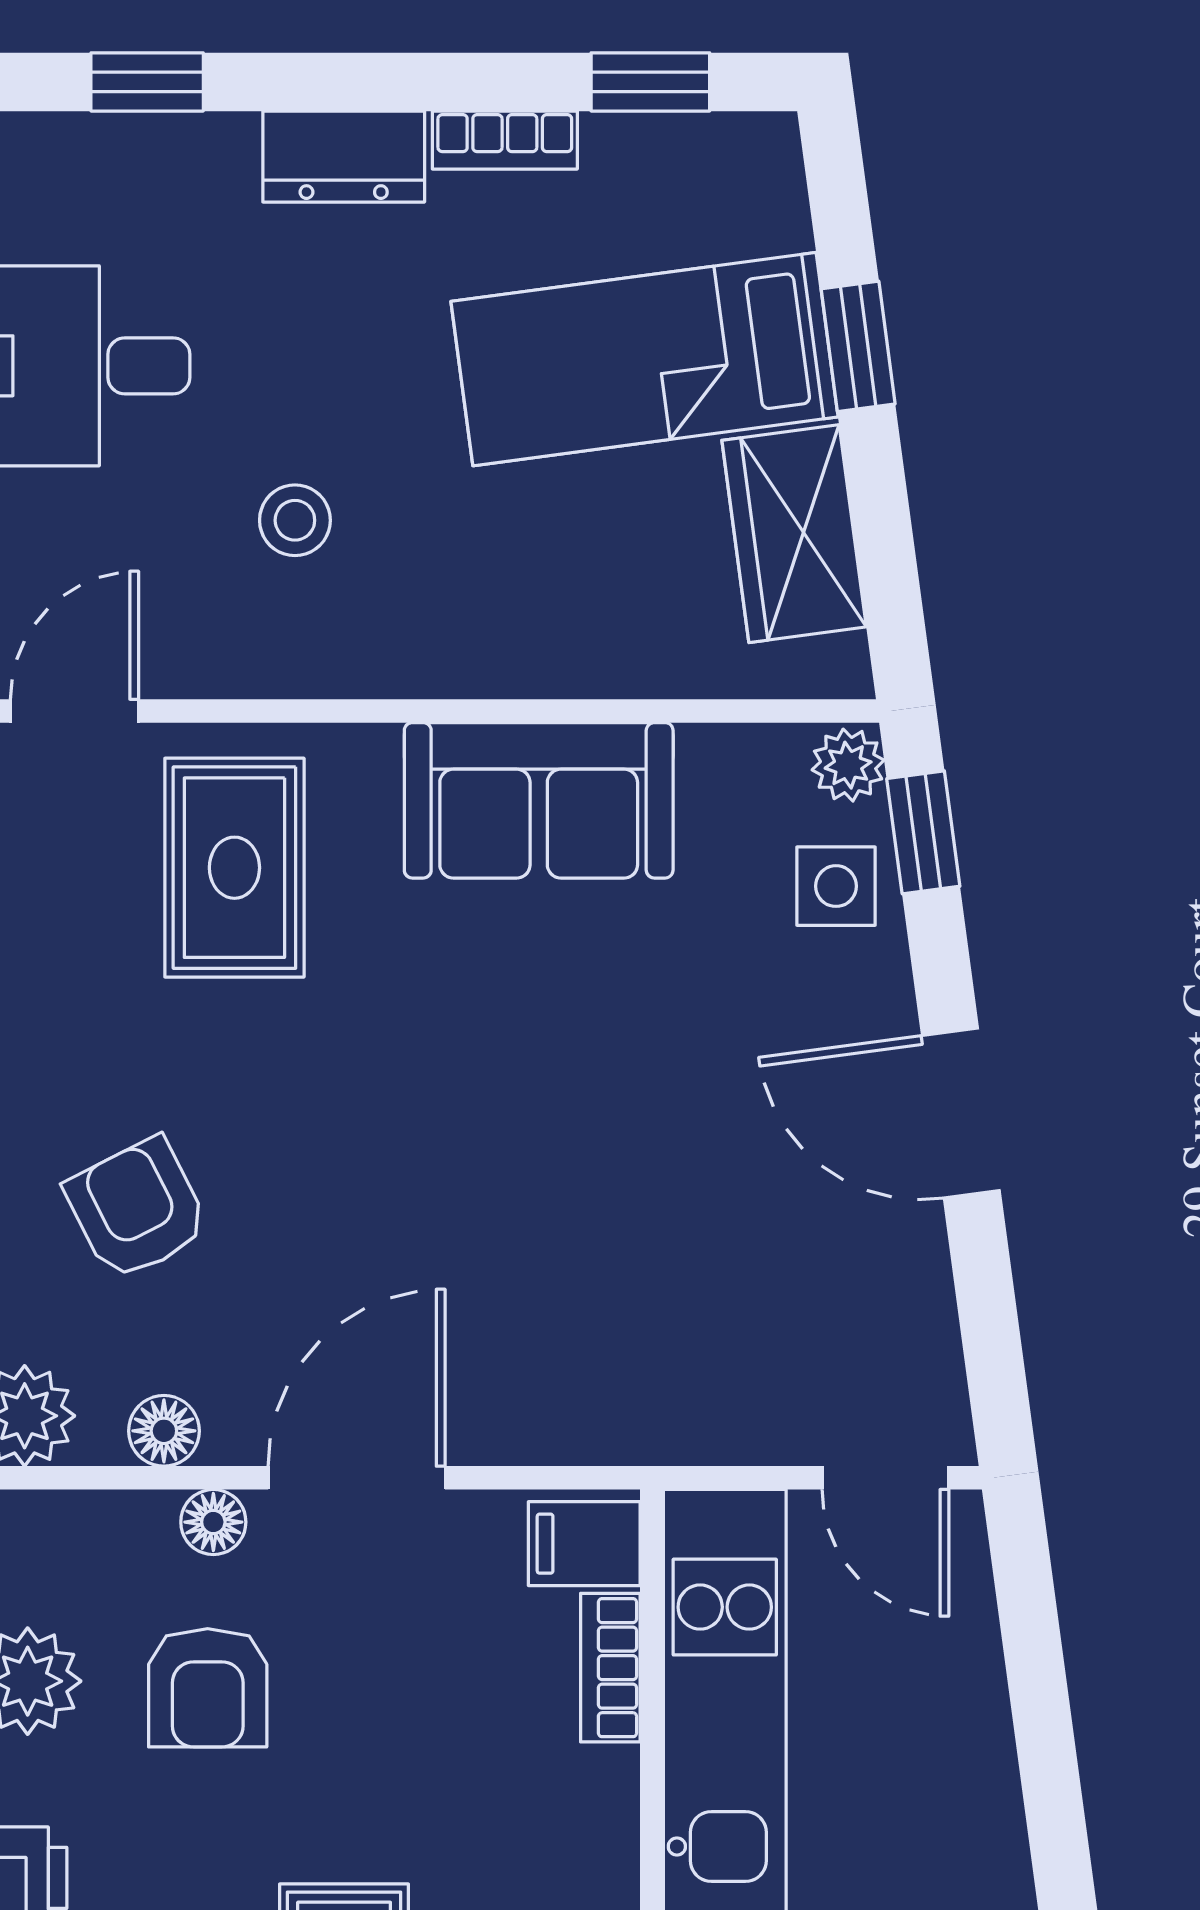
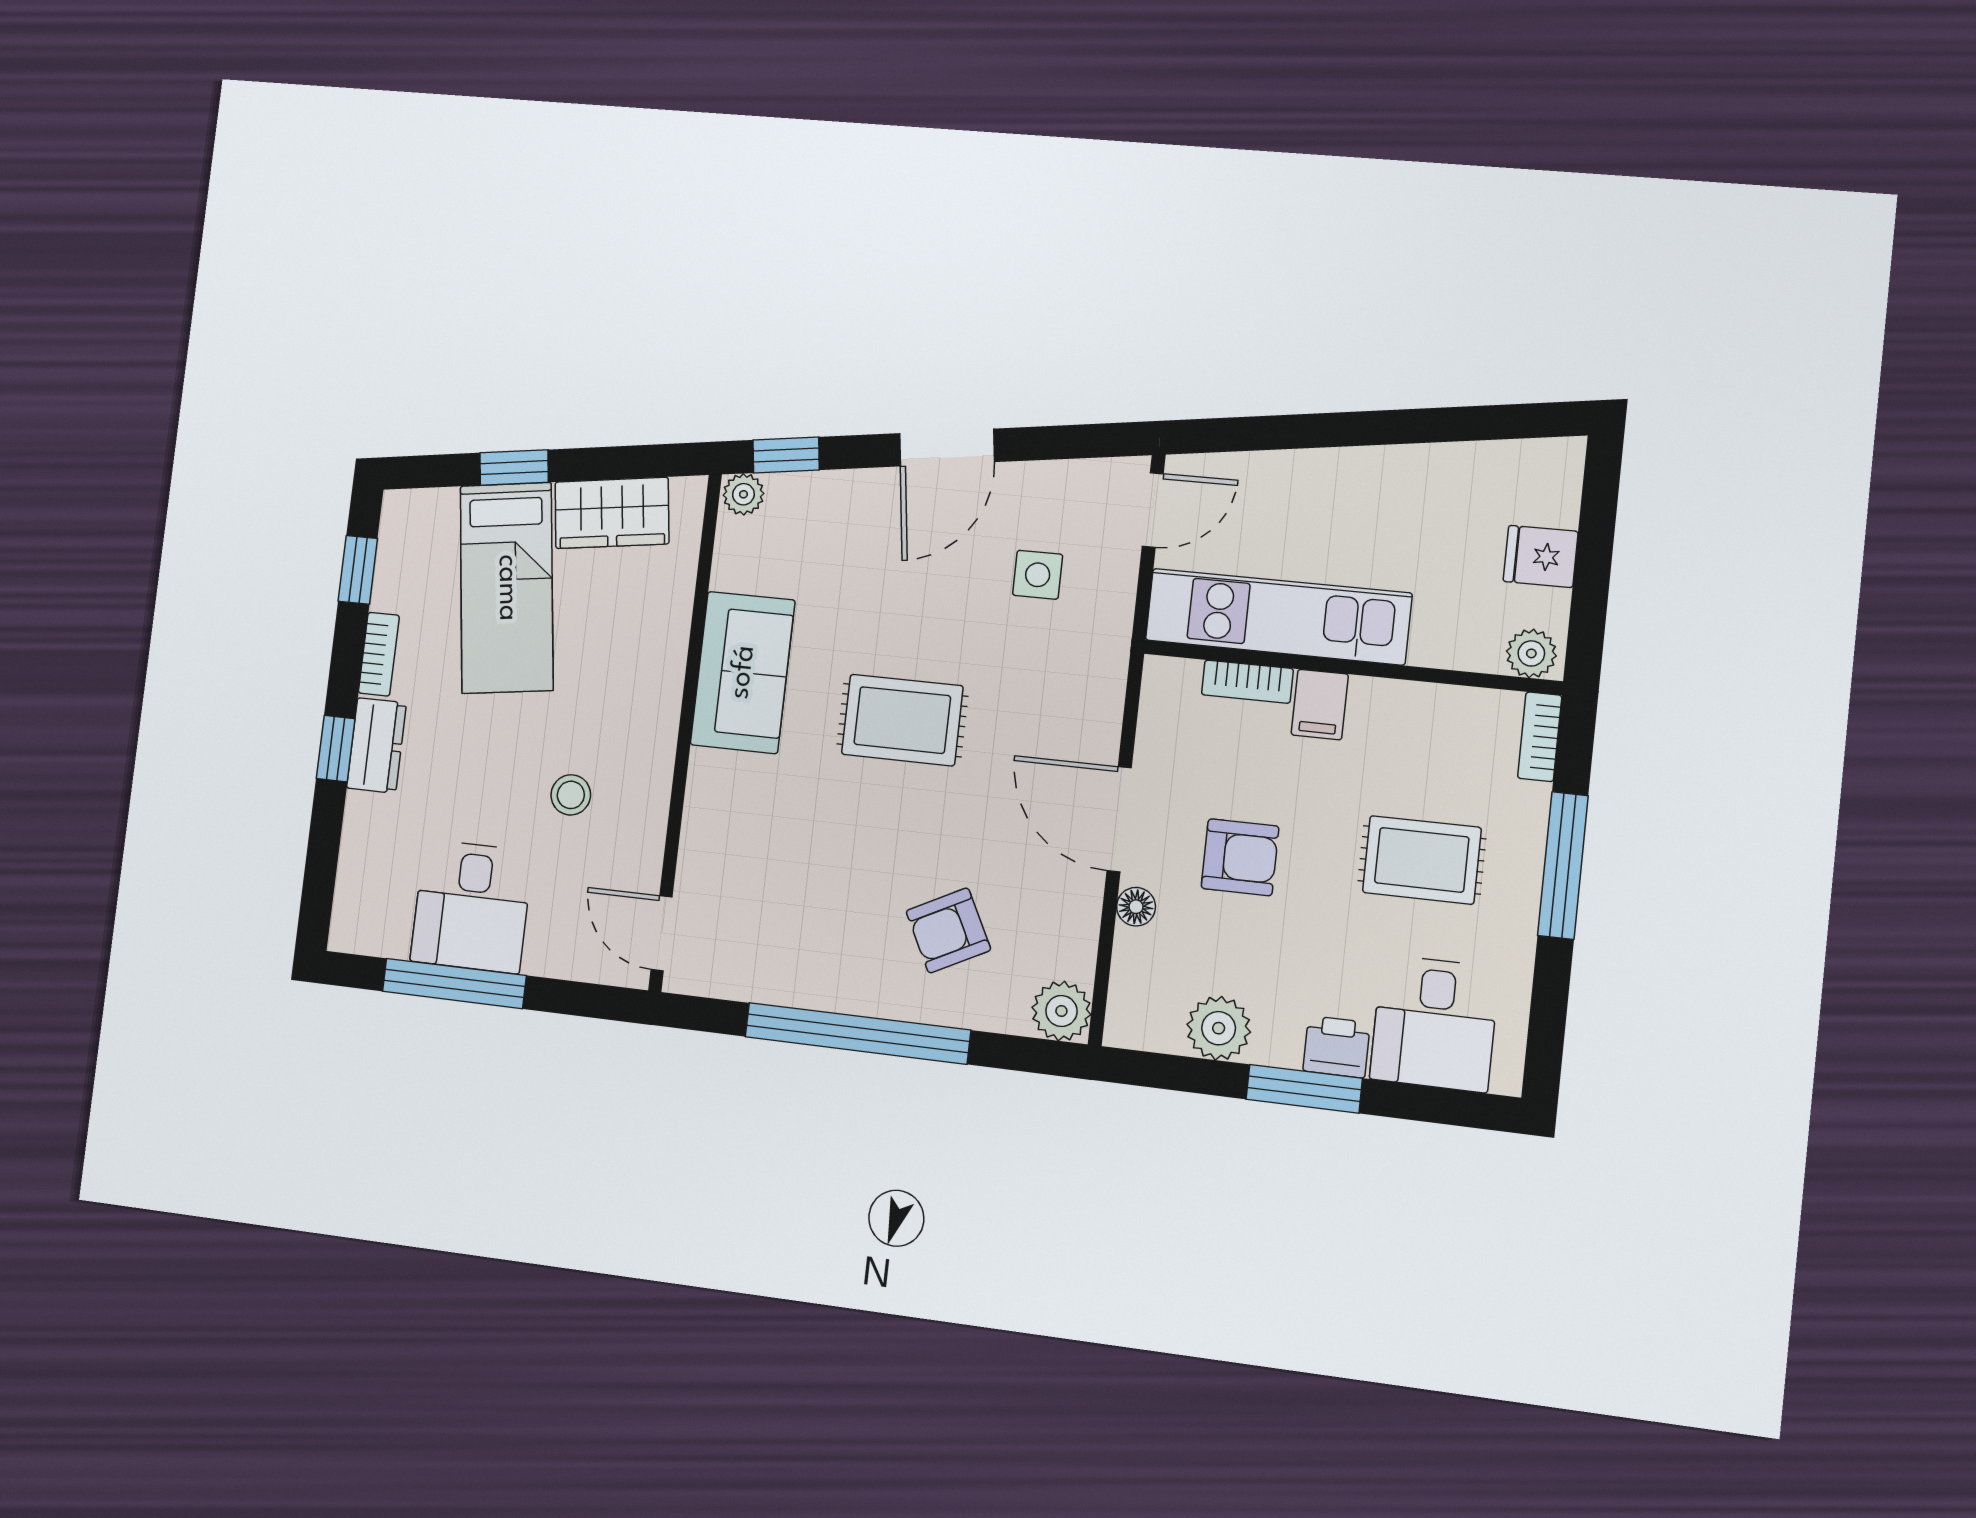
window: (147, 82) -> (336, 749), moved
rug: (234, 868) -> (902, 720), moved
side table: (836, 886) -> (1038, 575), moved
floor lamp: (164, 1431) -> (1079, 930), removed
filing cabinet: (584, 1544) -> (1320, 705), moved
armchair: (208, 1688) -> (1240, 857), moved

